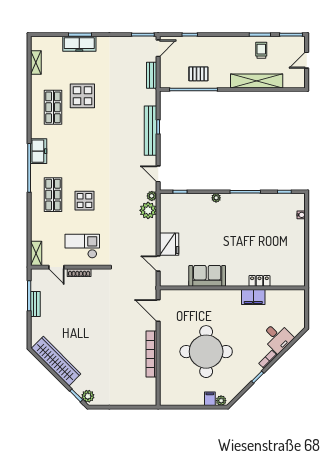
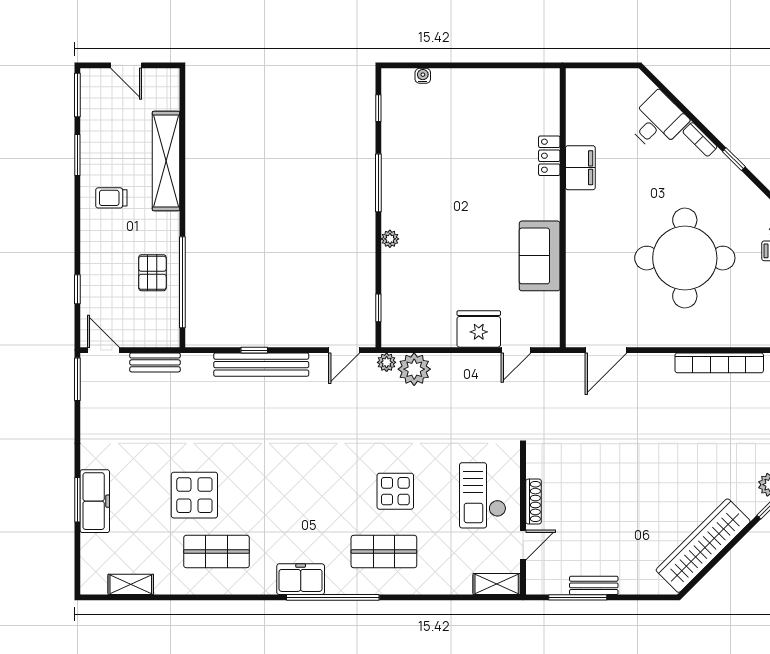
trolley: (261, 50) -> (111, 198), moved
bookcase: (151, 354) -> (719, 363), moved

